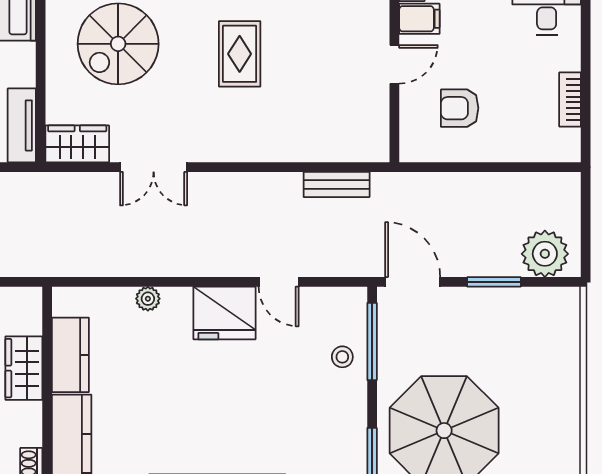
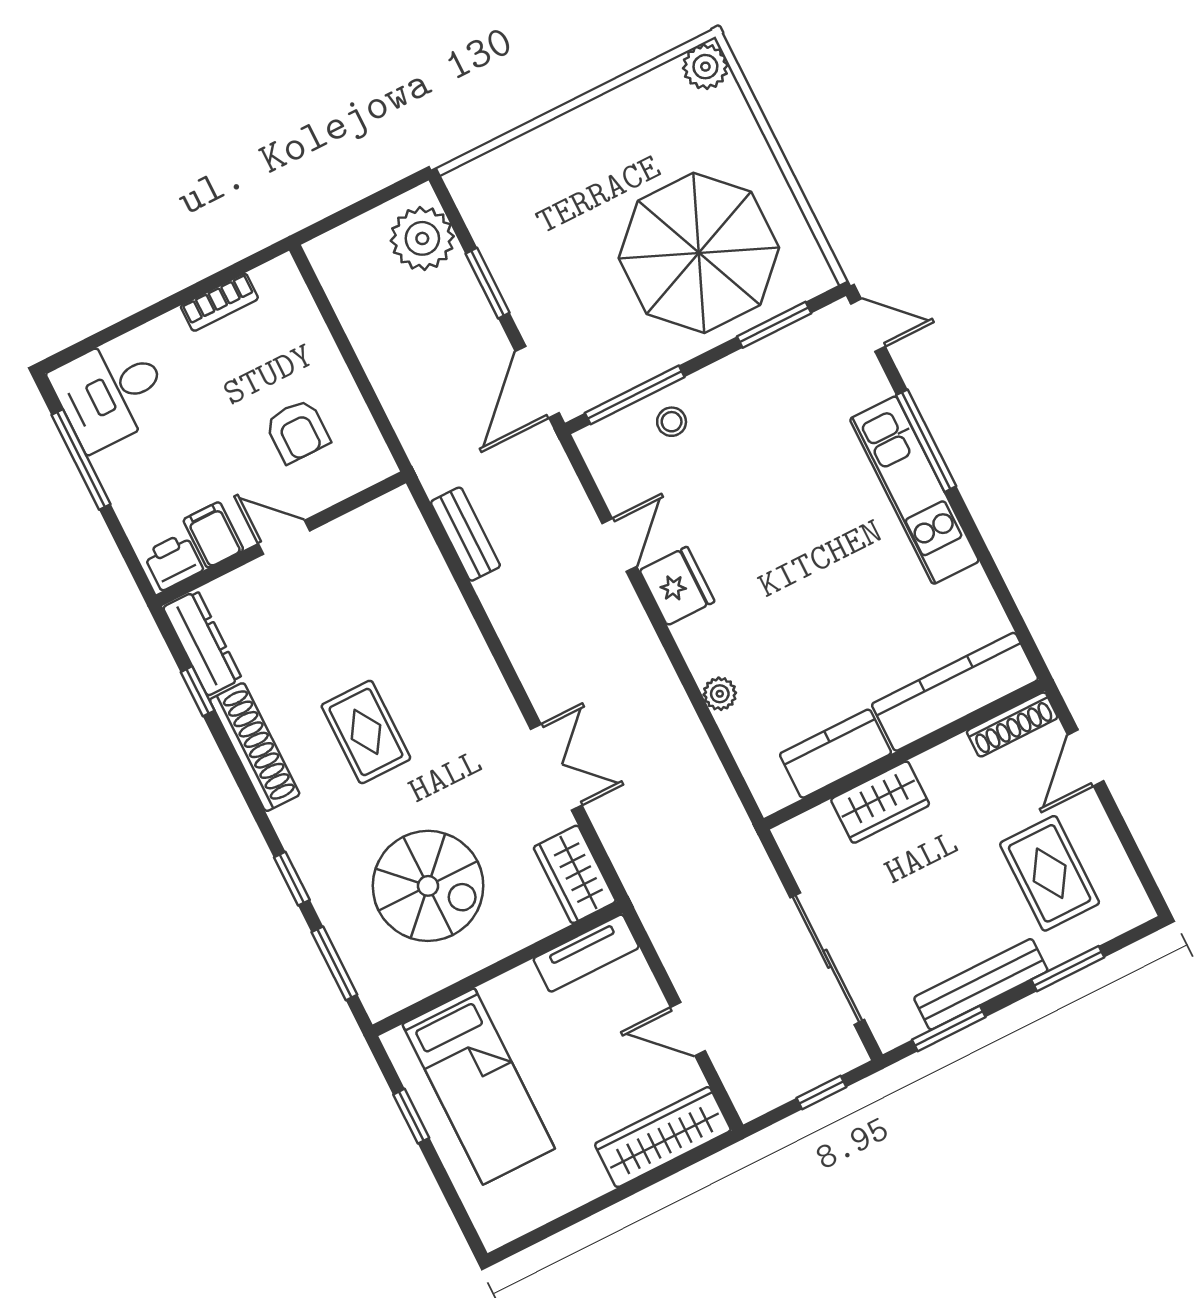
rug: (240, 54) -> (366, 732), turned 90
fridge: (224, 313) -> (677, 586), width x0.73, depth x0.75

